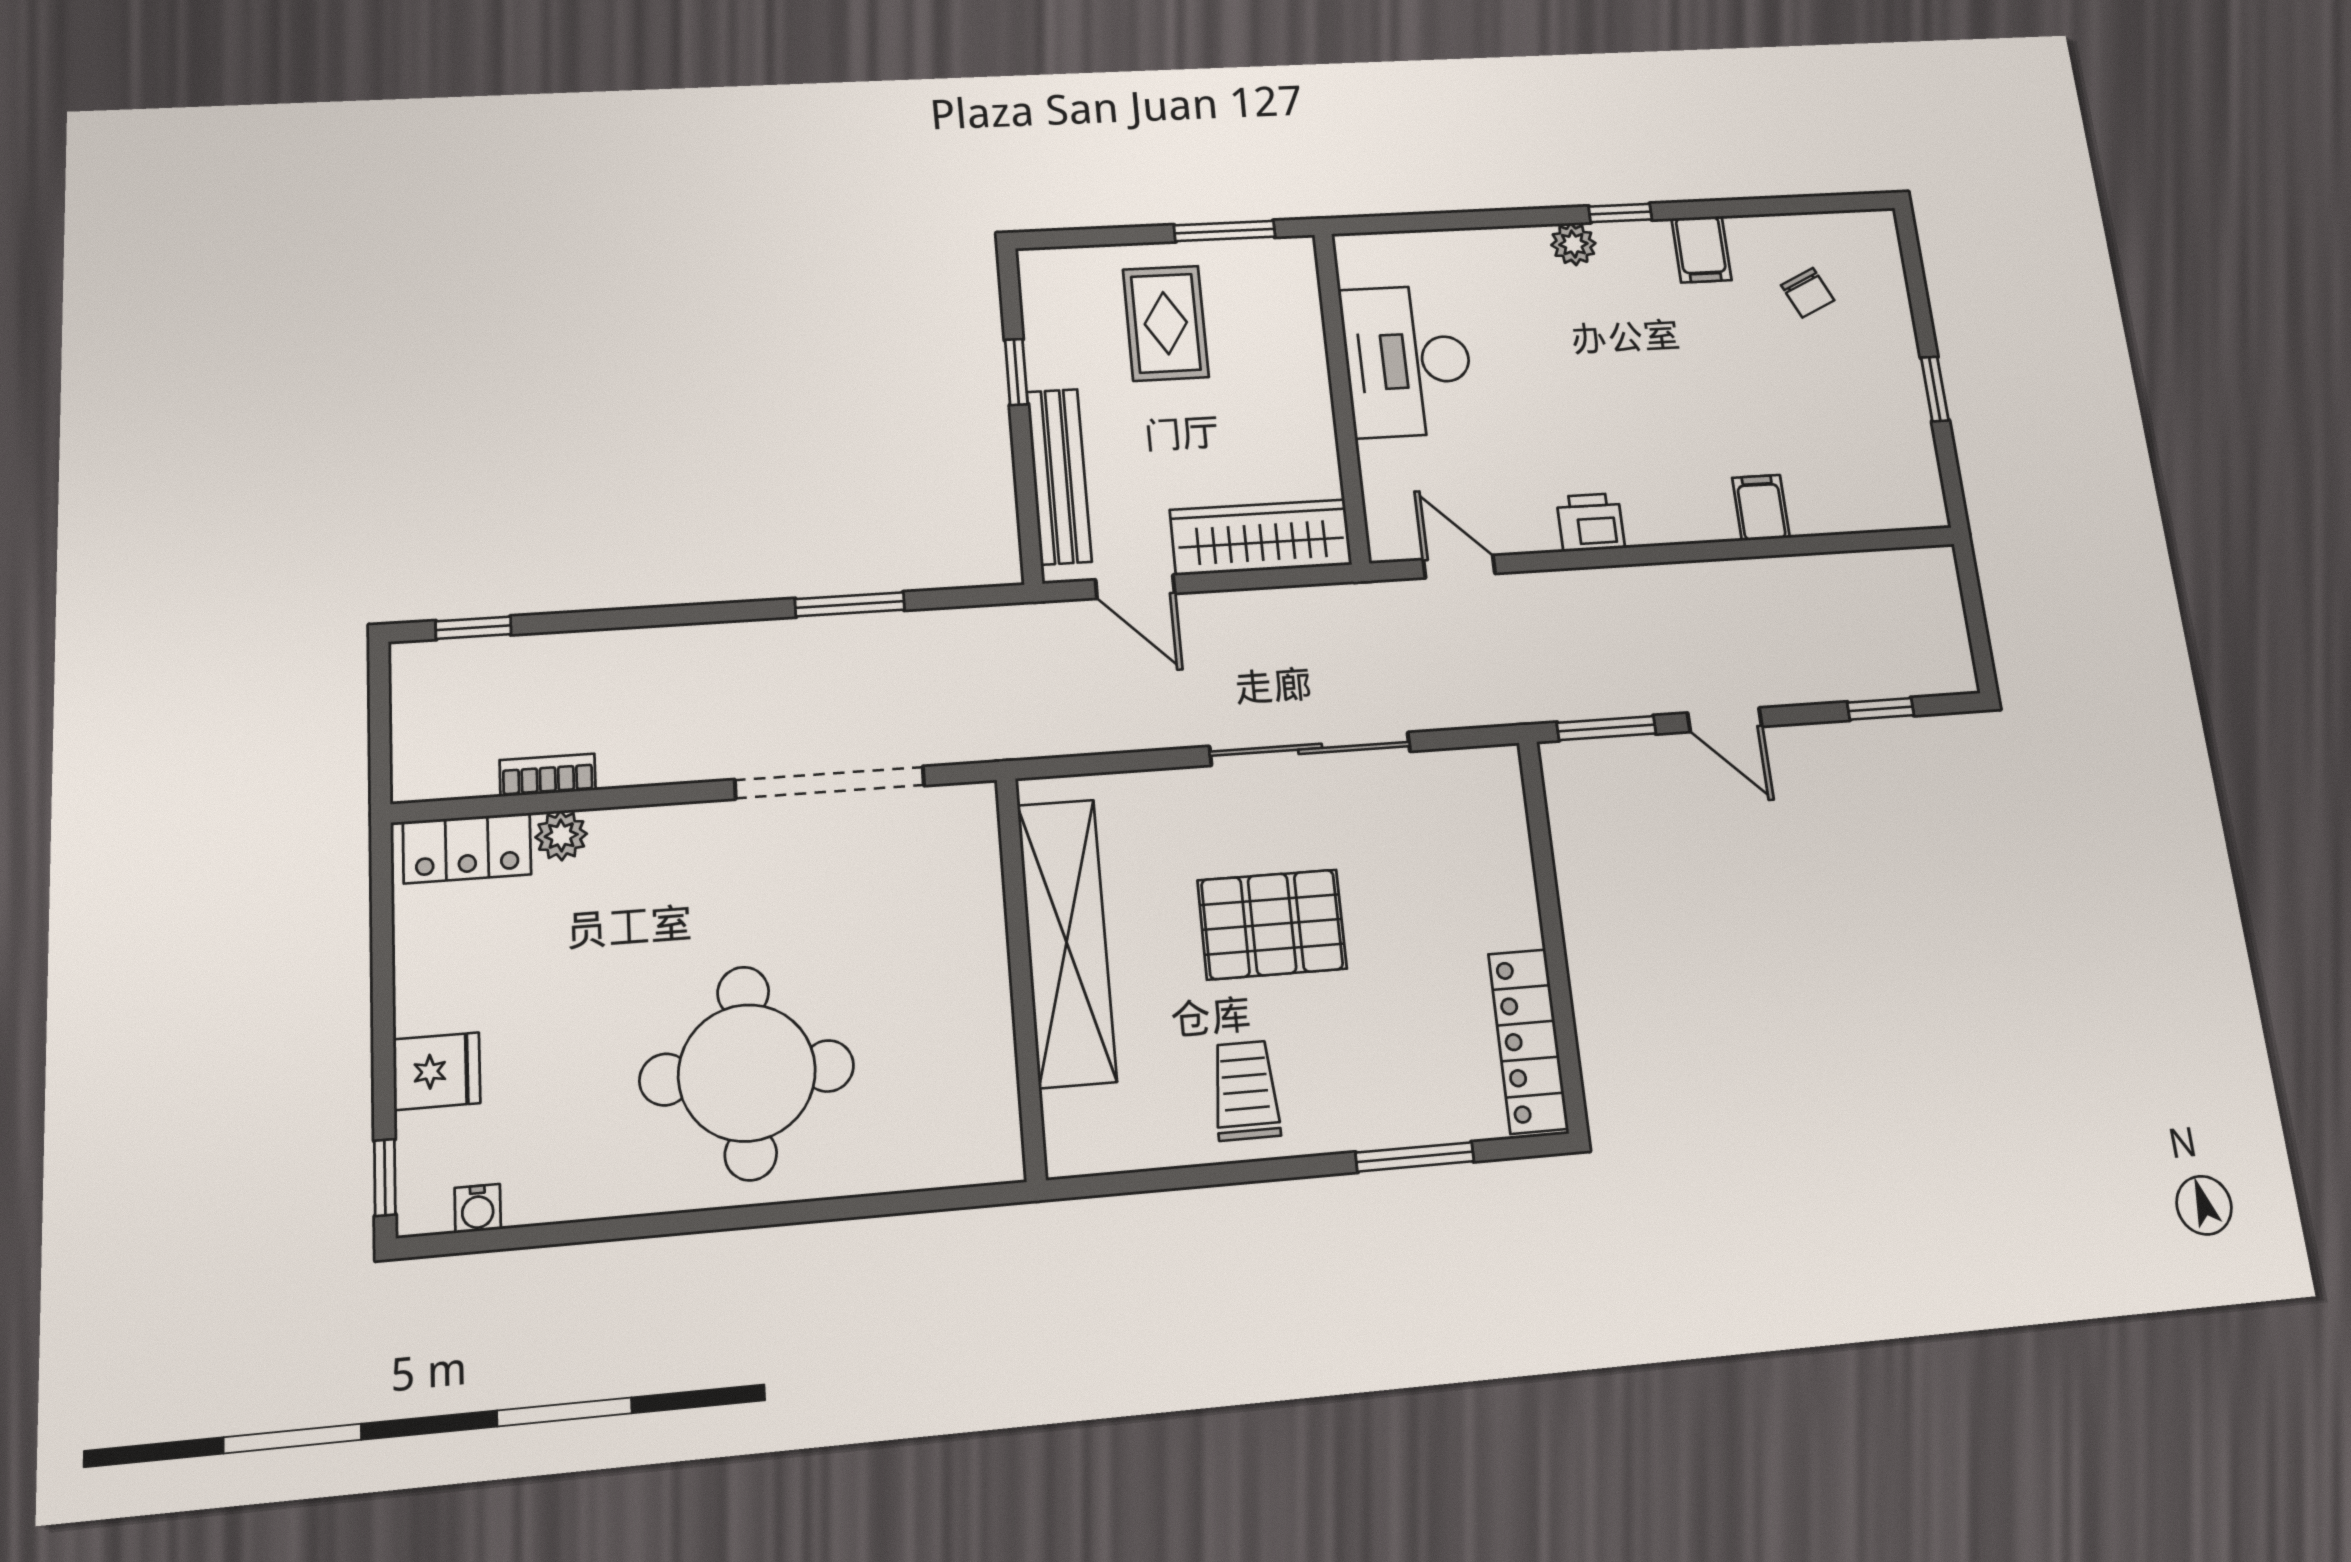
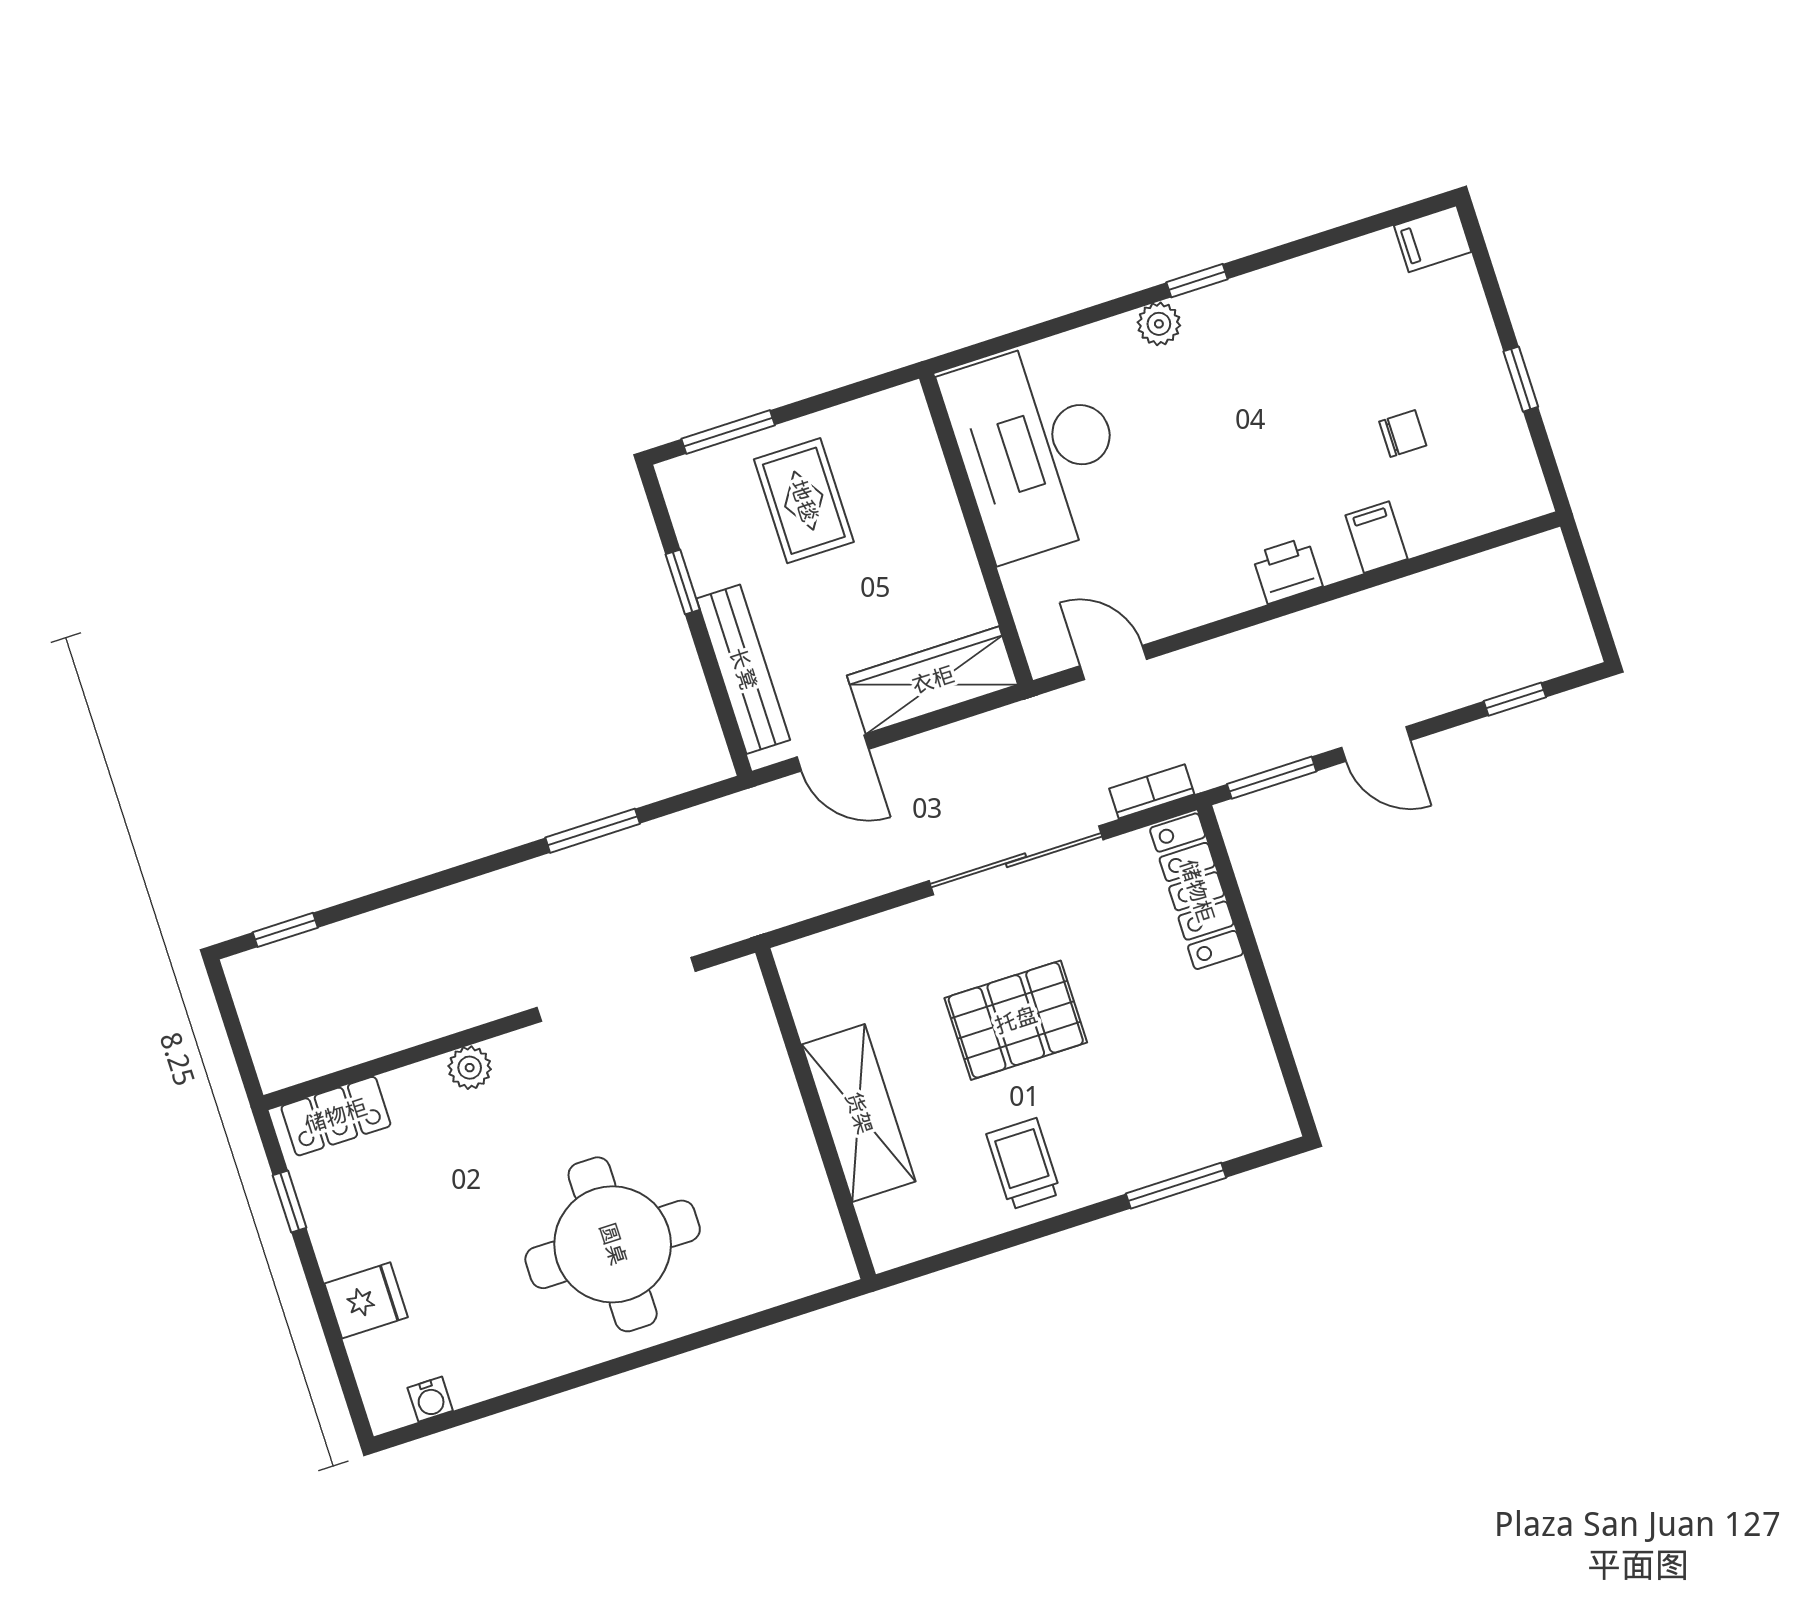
window: (1225, 231) -> (728, 432), moved
filing cabinet: (1701, 249) -> (1433, 239), moved, turned 90
chair: (1808, 293) -> (1403, 434), moved, turned -65
desk: (1408, 361) -> (1037, 449), width x1.36, depth x1.30
printer: (1591, 522) -> (1287, 570), moved
bookcase: (548, 775) -> (1152, 791), moved
plant: (561, 835) -> (470, 1068), moved
shelving: (1067, 942) -> (859, 1113), width x0.68
locker: (1528, 1041) -> (1197, 891), moved
window: (385, 1177) -> (290, 1202), moved

